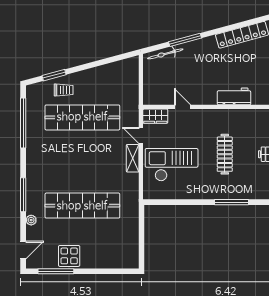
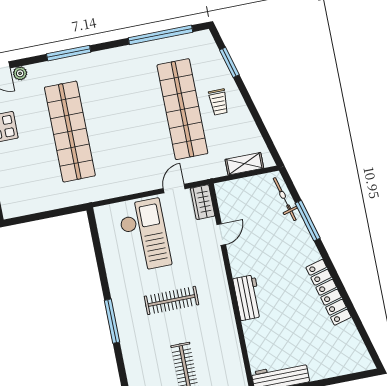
trolley: (64, 90) -> (219, 102), moved
shelving: (133, 158) -> (244, 164), moved
plant: (31, 220) -> (20, 73), moved

